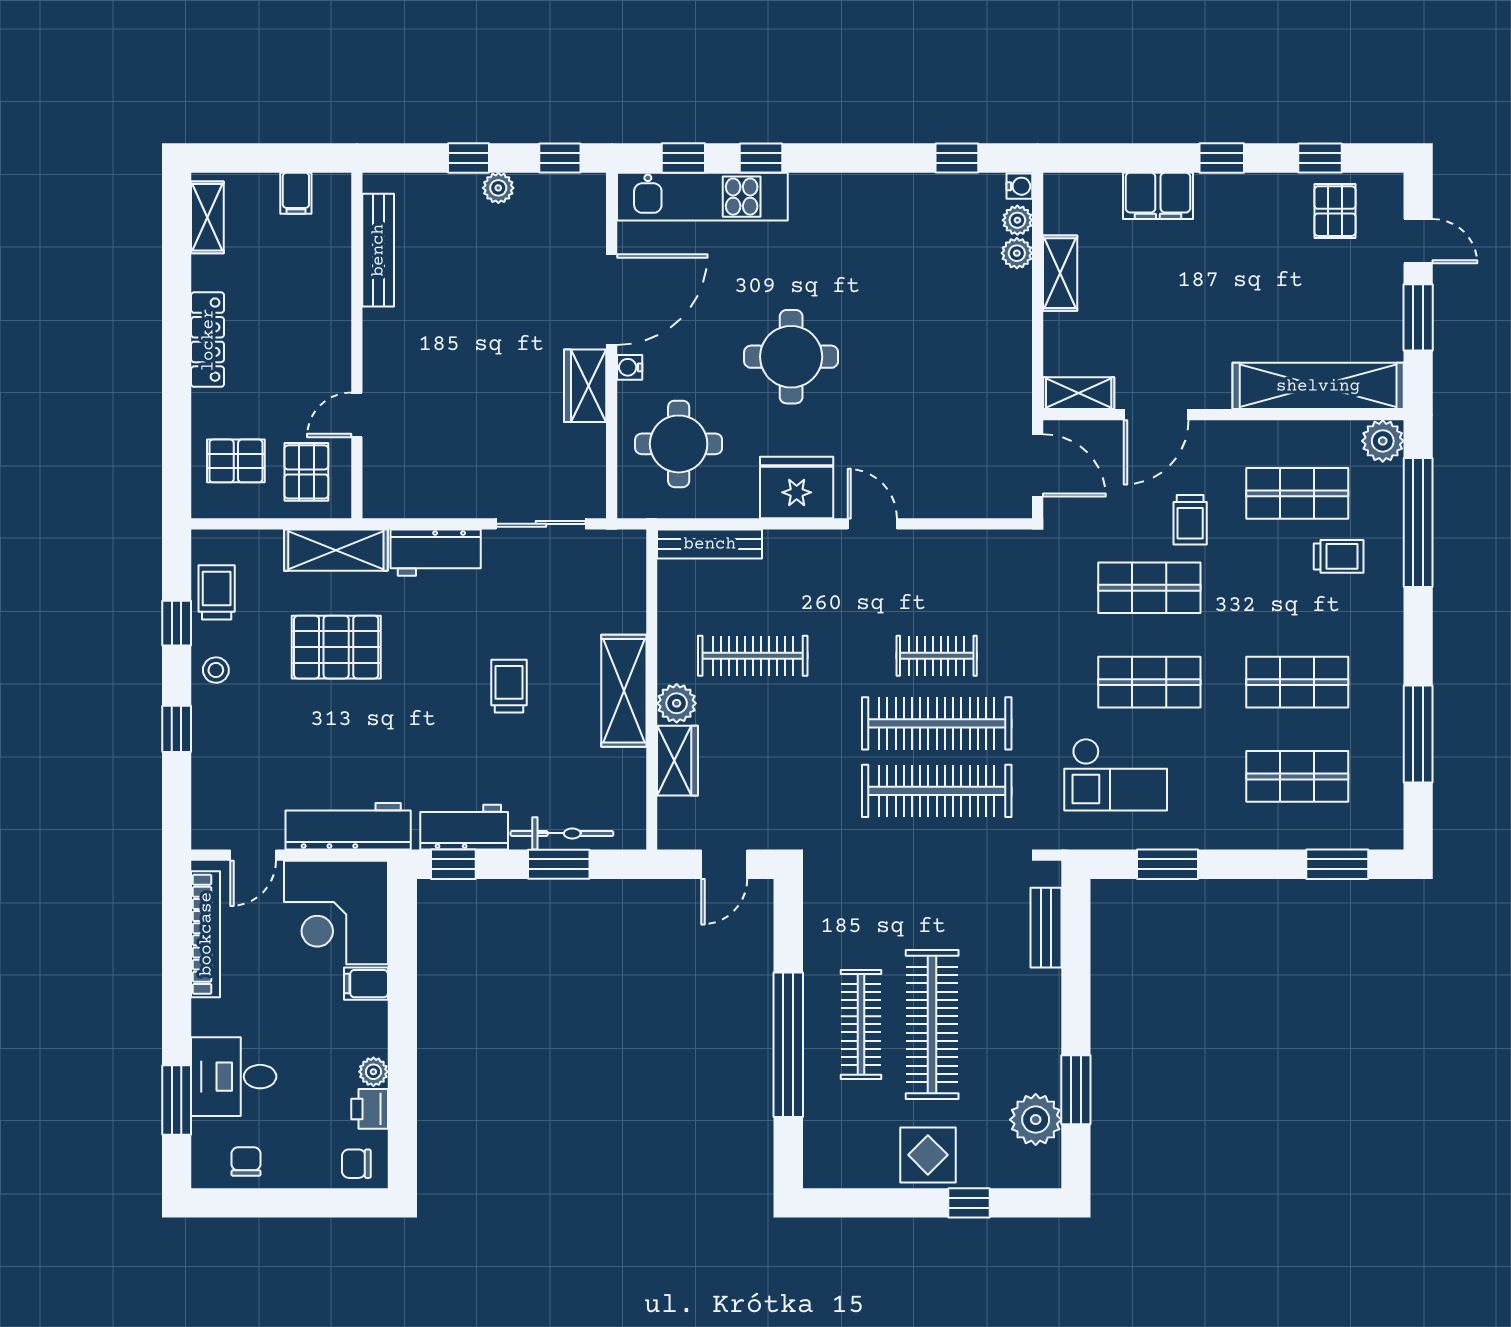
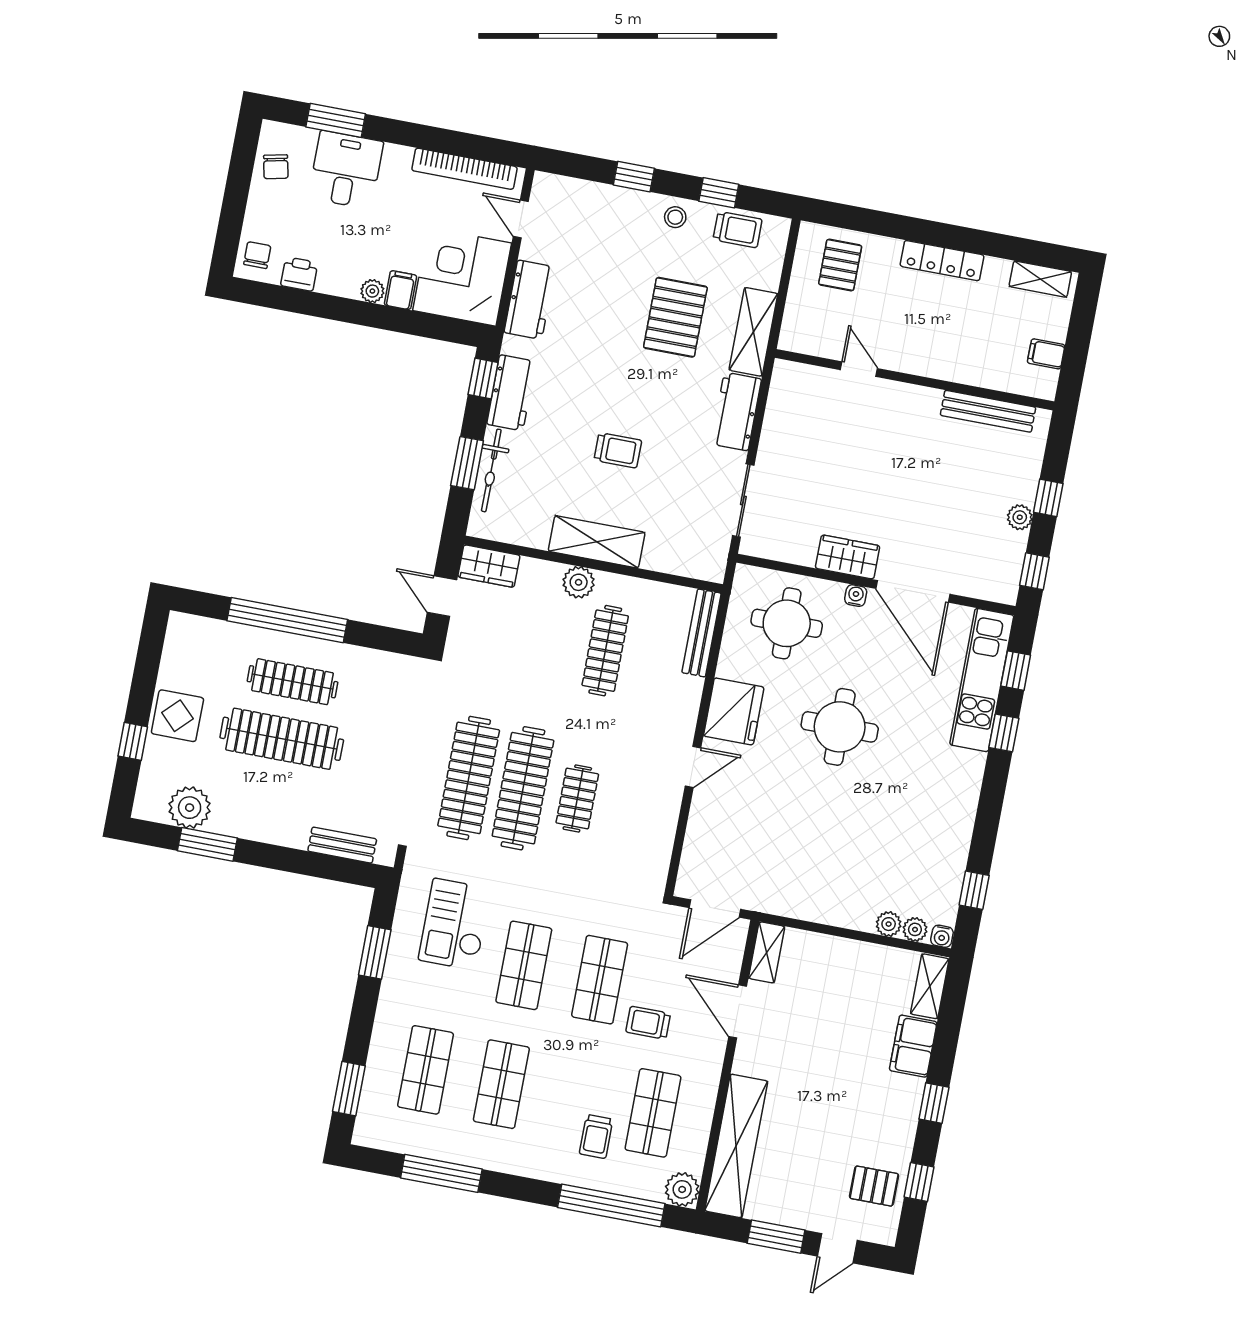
shelving: (1060, 273) -> (930, 986), moved, turned 90
pallet: (306, 472) -> (821, 320), removed
wardrobe: (677, 761) -> (489, 566), moved
workbench: (348, 826) -> (530, 300), width x0.73
plant: (373, 1072) -> (372, 291), moved
chair: (246, 1161) -> (276, 167), turned 78

